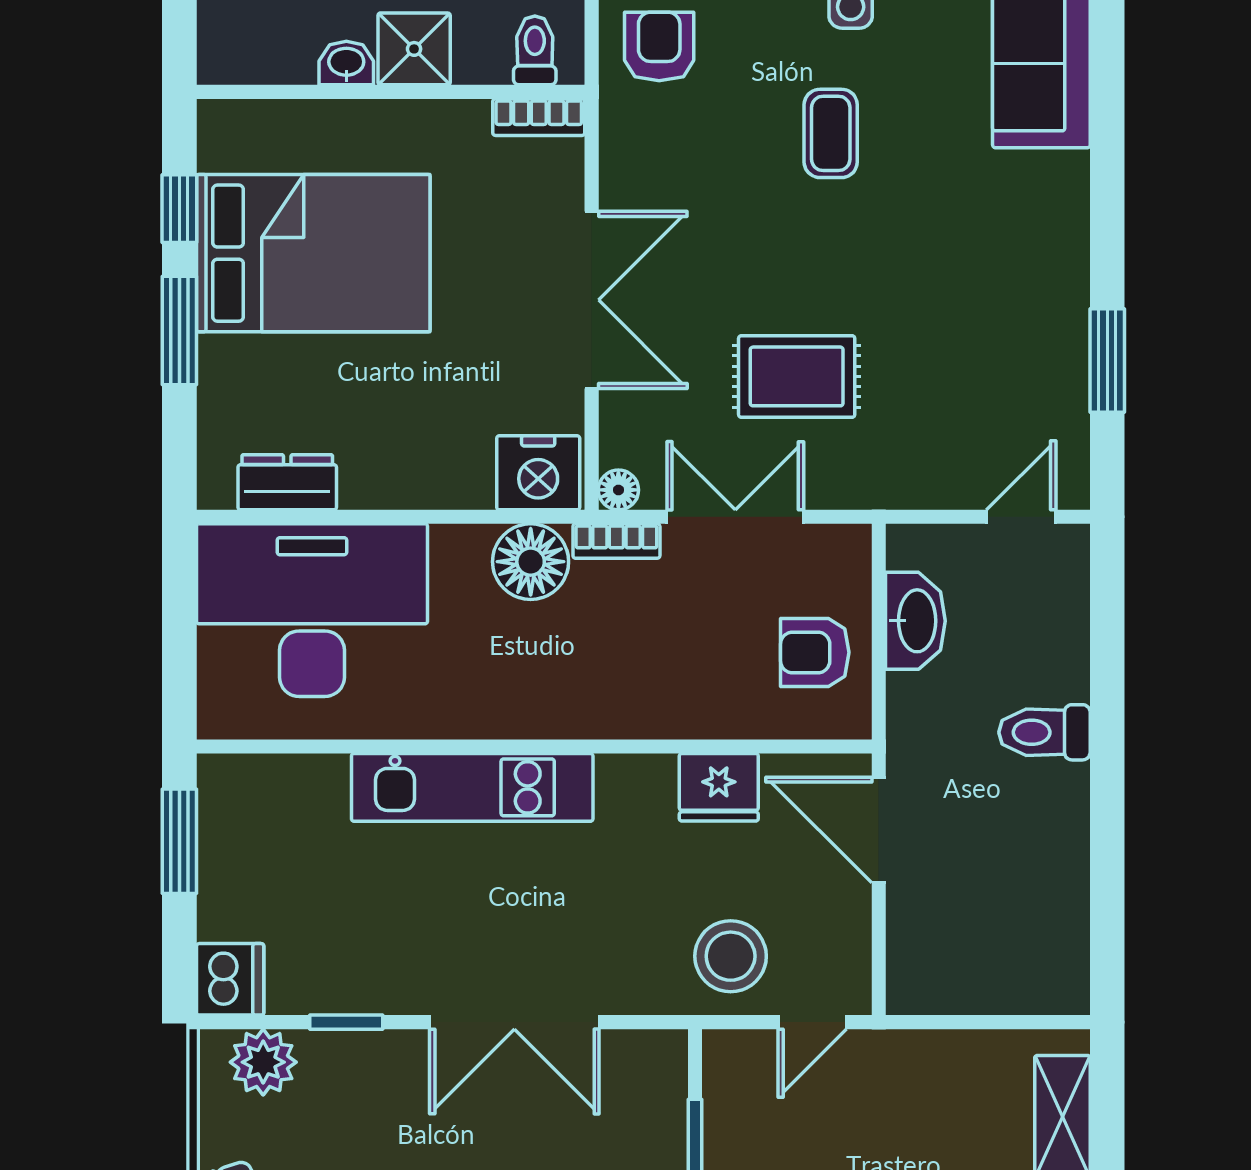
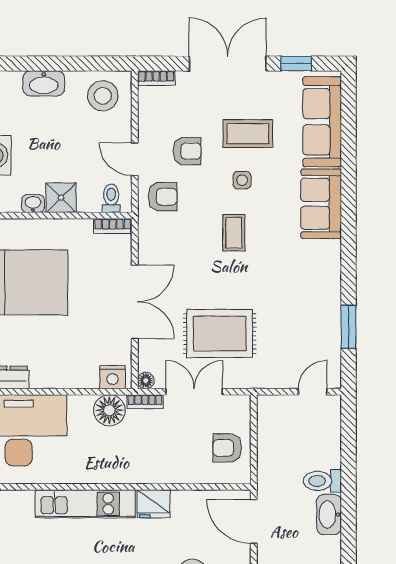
armchair: (659, 46) -> (163, 197), turned 90
rug: (797, 376) -> (220, 333), width x1.36, depth x1.43
nightstand: (538, 473) -> (113, 377), width x0.74, depth x0.75
washbasin: (915, 621) -> (329, 515), moved, turned 180
fridge: (719, 787) -> (153, 504), moved

